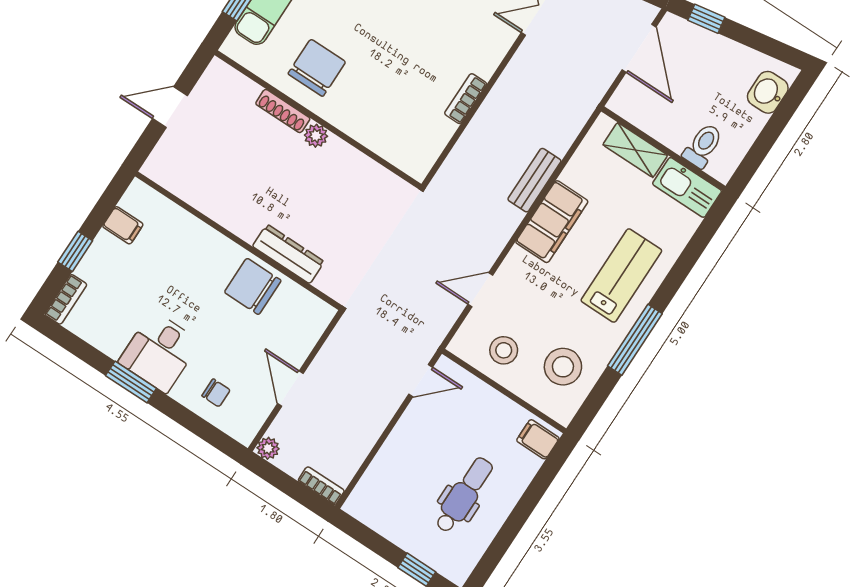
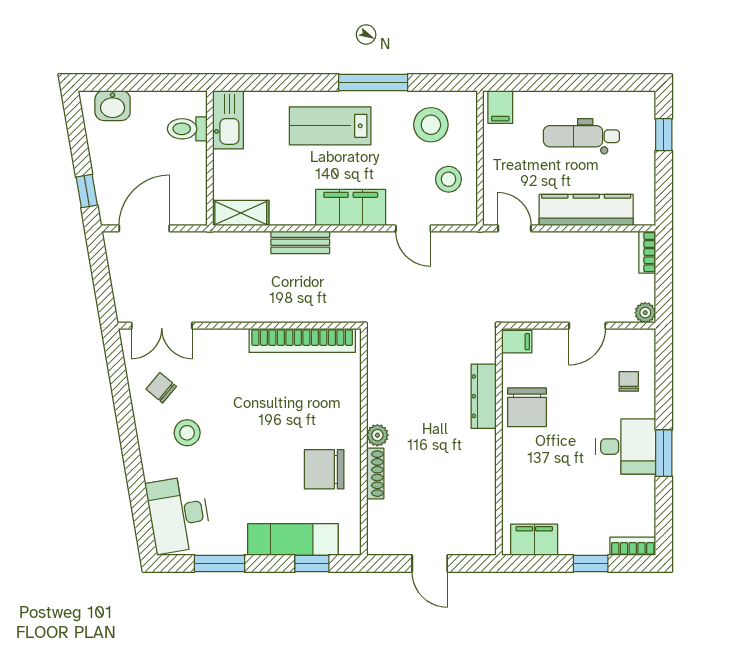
bookcase: (466, 99) -> (302, 340), width x2.31, depth x1.31
shelving: (635, 150) -> (241, 213), moved, turned 90
filing cabinet: (552, 222) -> (351, 208), moved
filing cabinet: (123, 225) -> (534, 540), width x2.00
filing cabinet: (318, 316) -> (517, 342), added
kitchen counter: (395, 456) -> (586, 210), added

